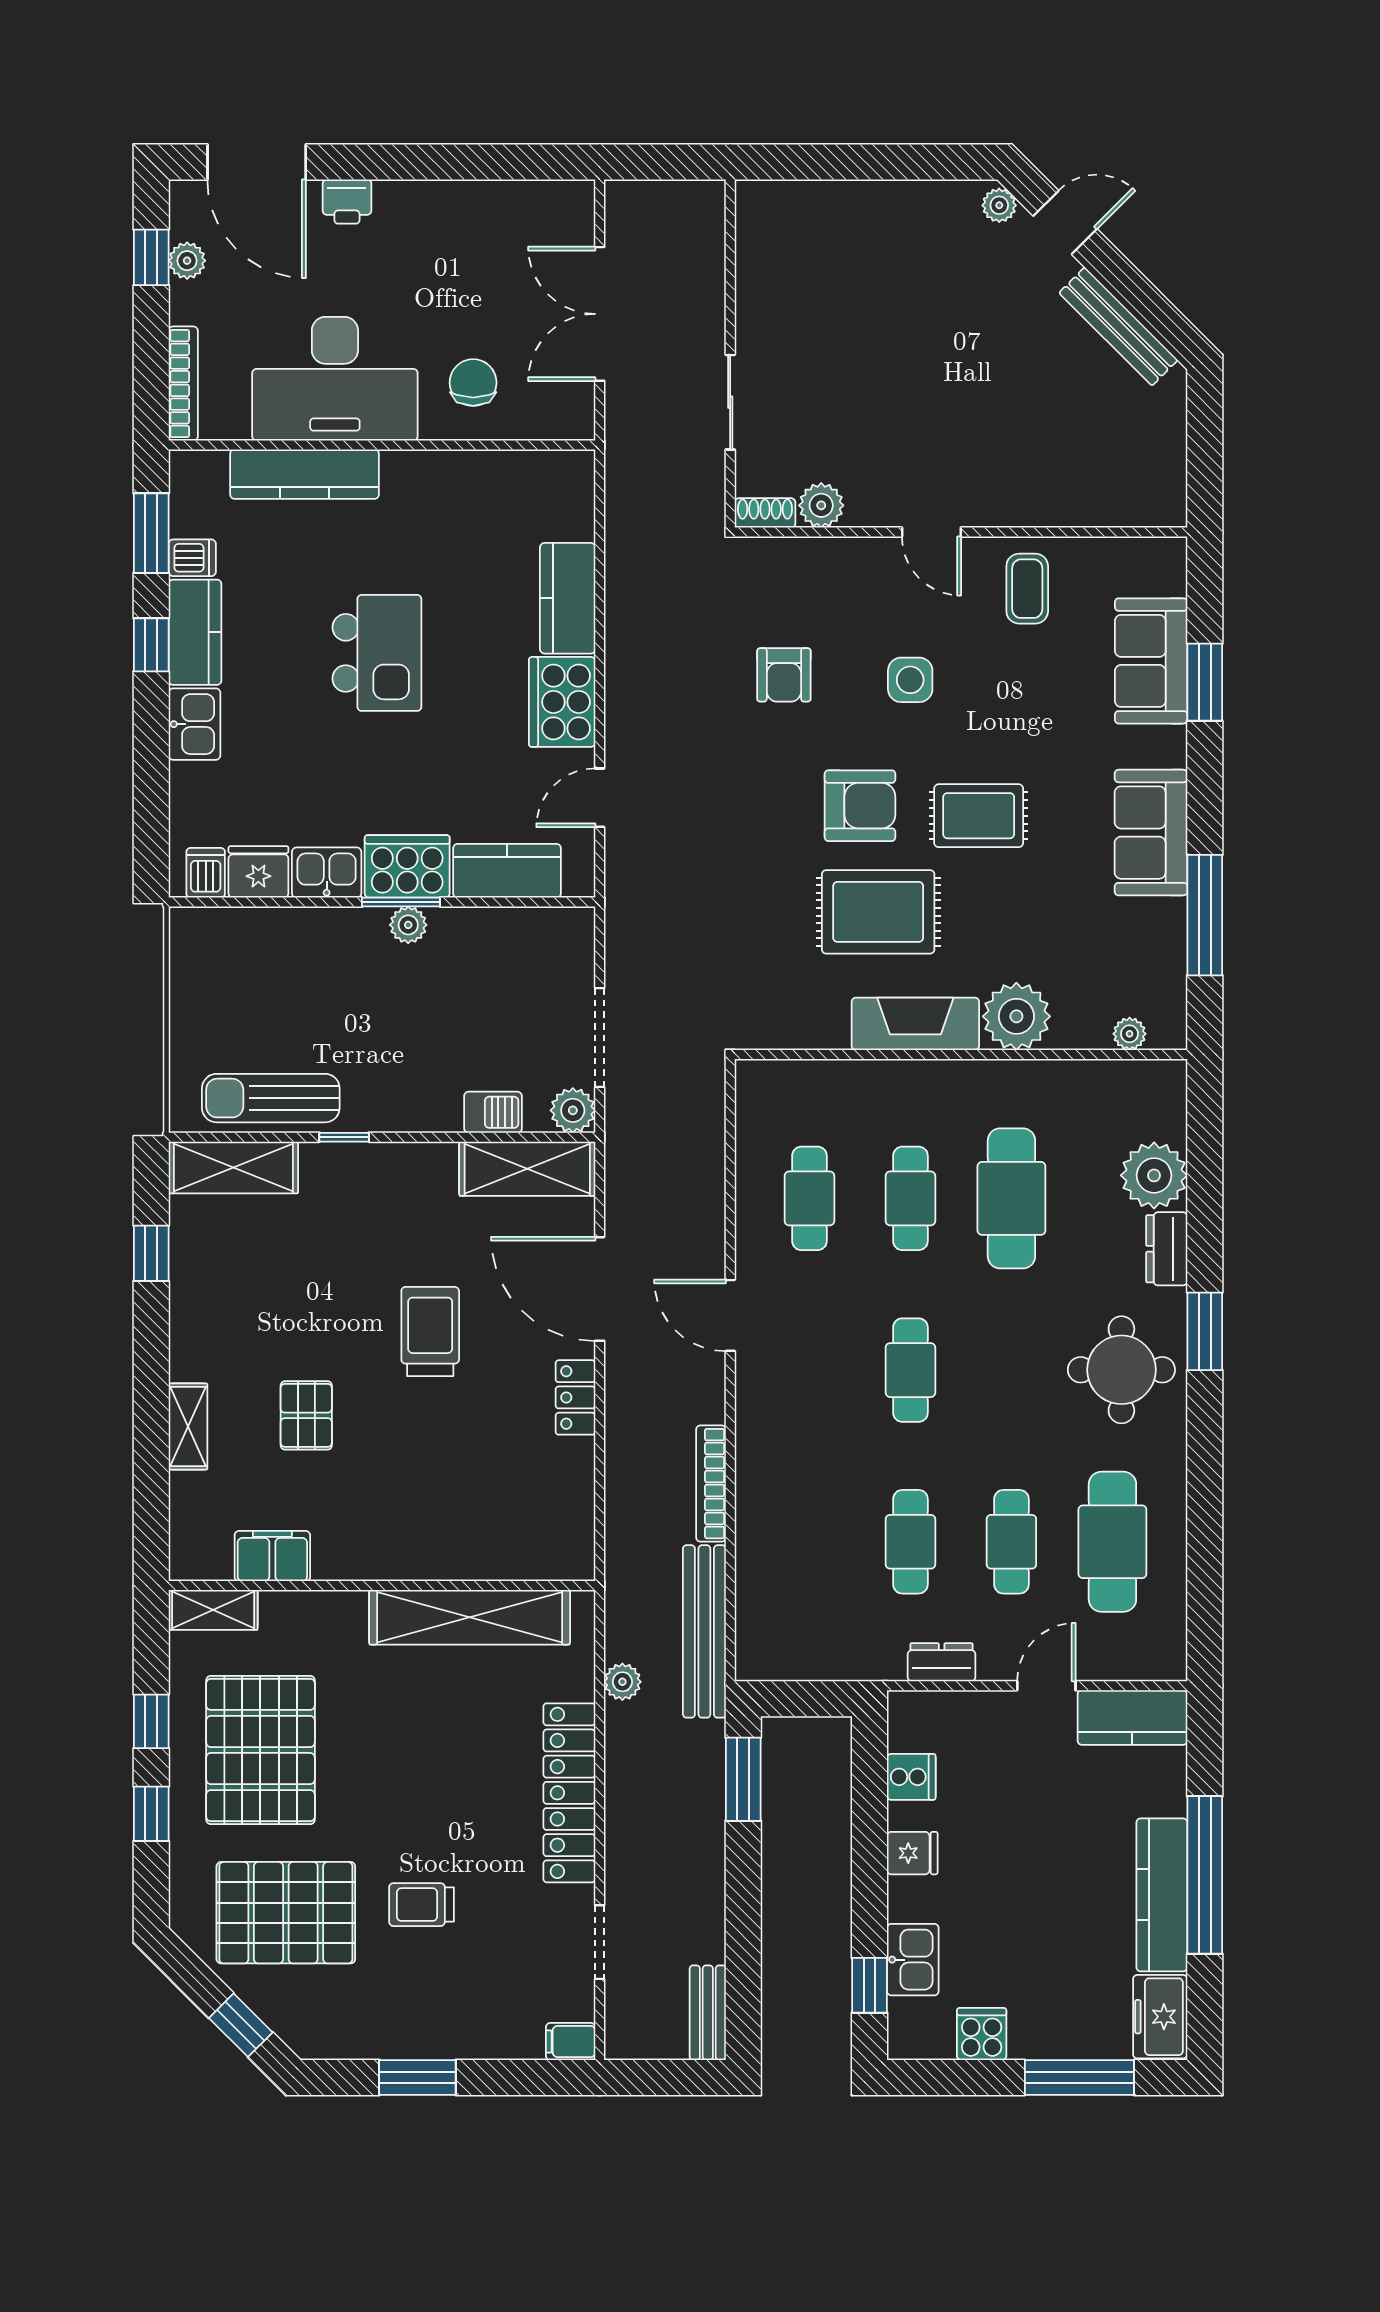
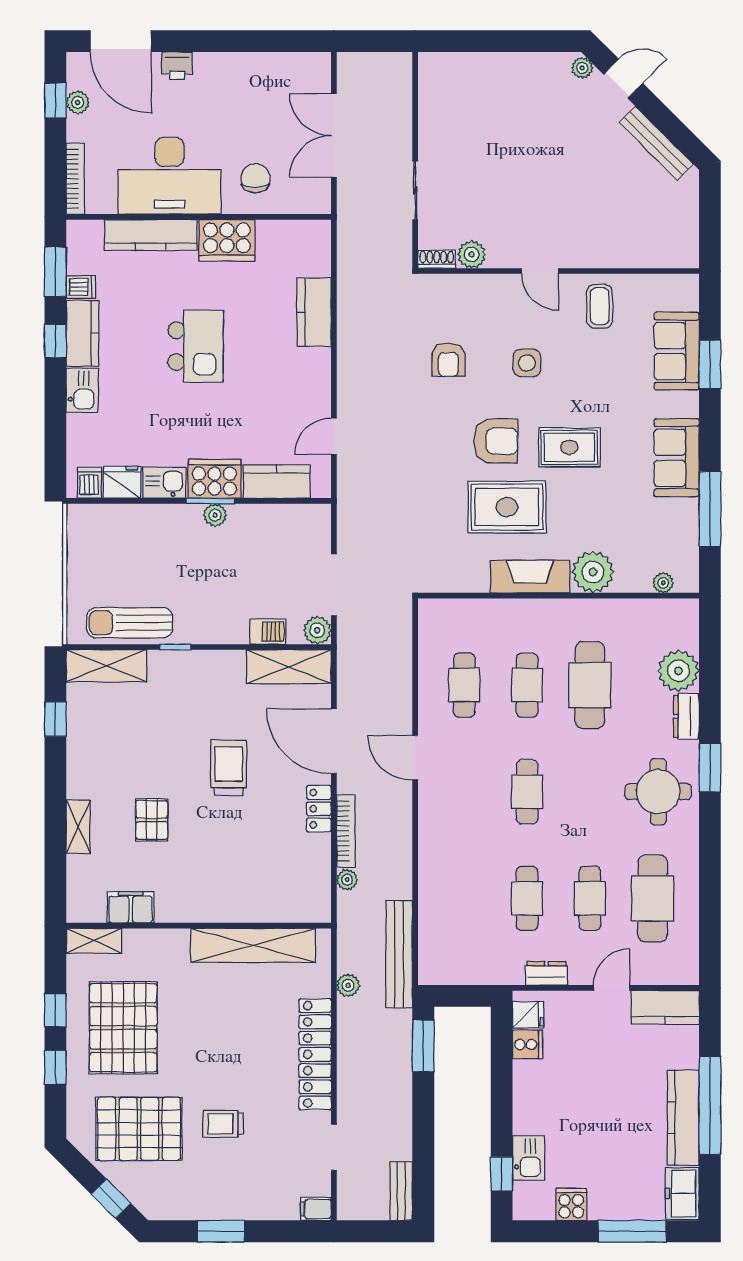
cooker: (562, 702) -> (227, 240), moved, turned -90
bookcase: (711, 1484) -> (346, 831), moved, turned 180
plant: (621, 1512) -> (347, 880), added
fridge: (912, 1853) -> (528, 1015), moved

